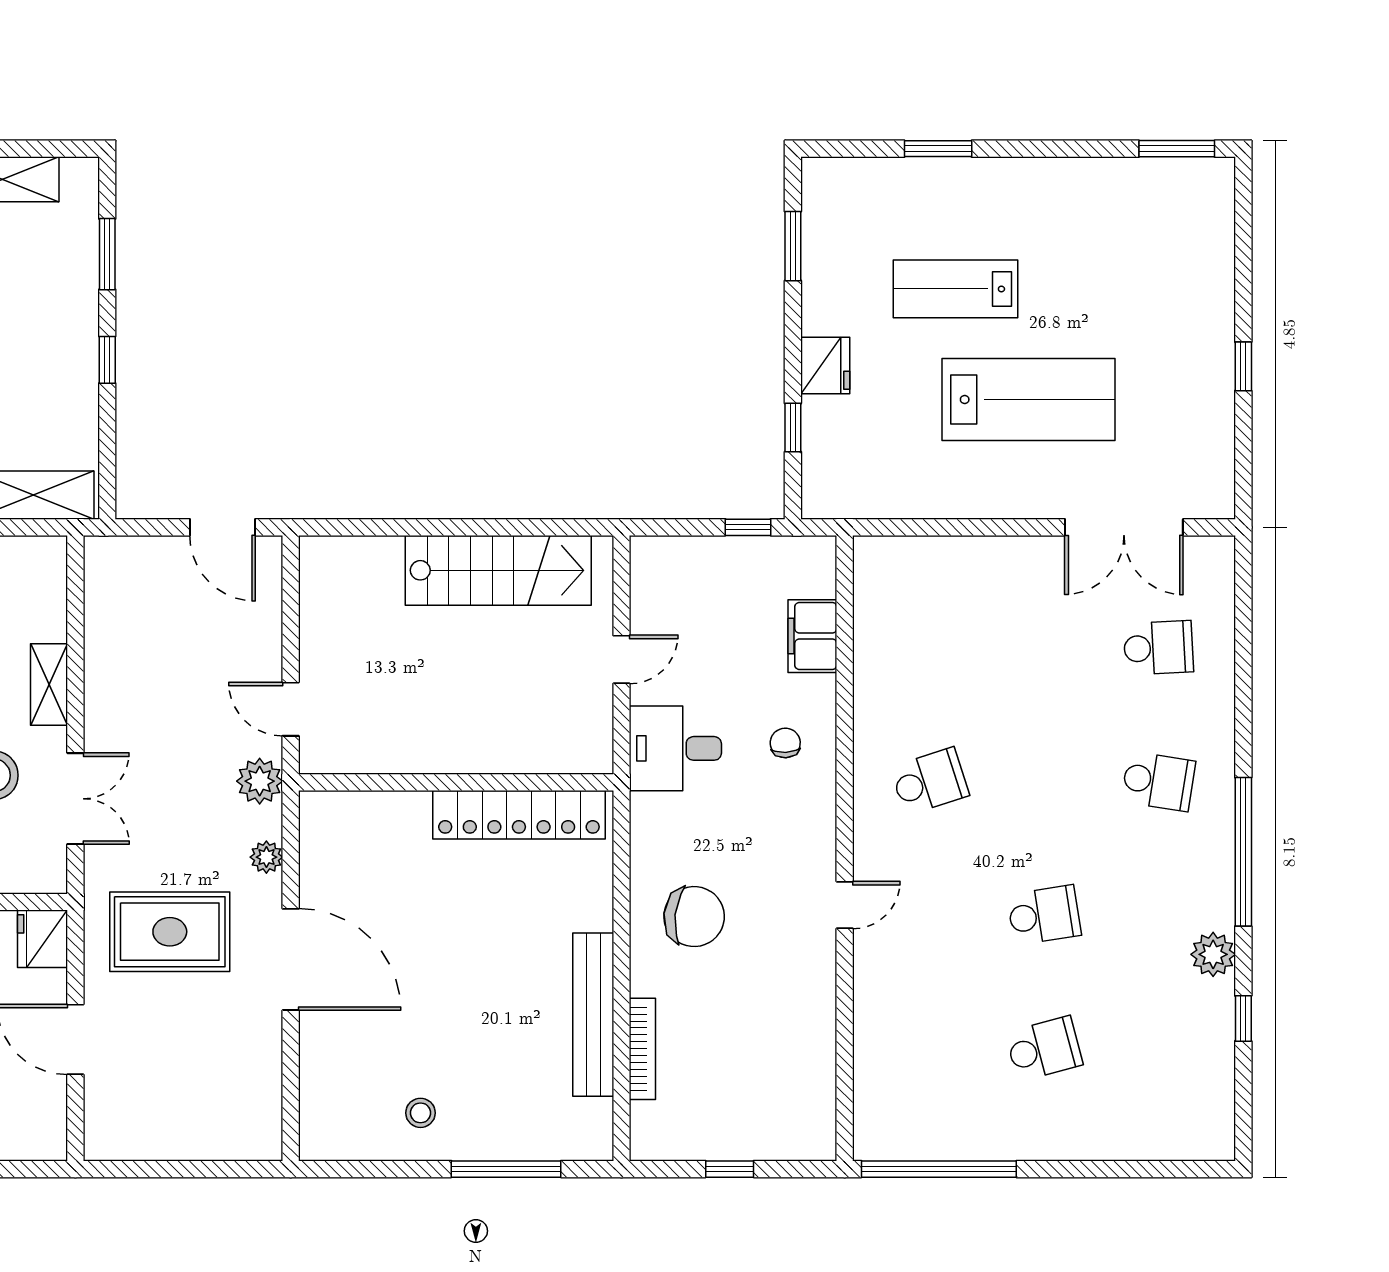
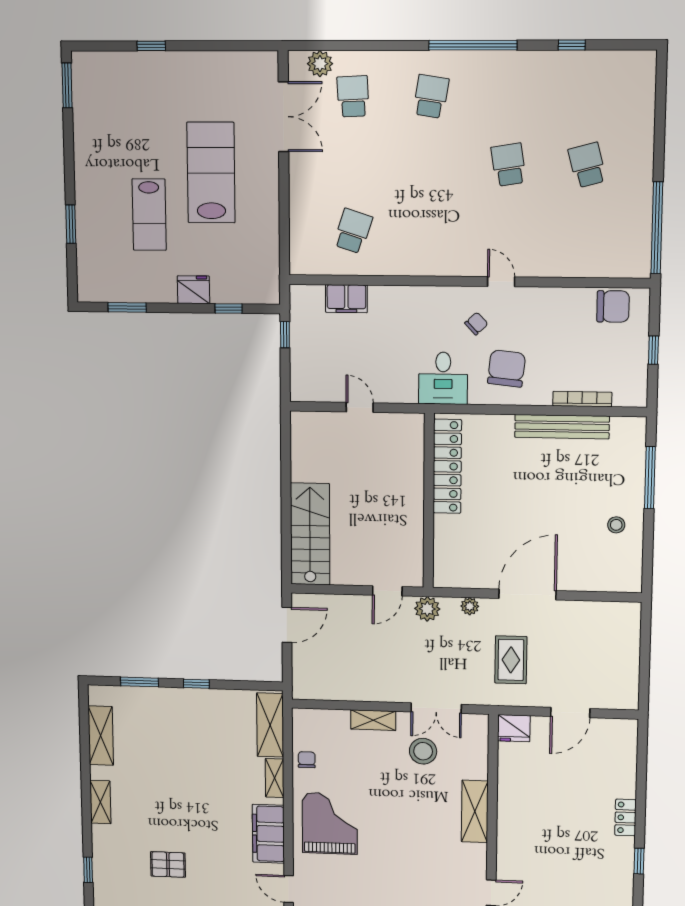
window: (1243, 366) -> (151, 46), moved
stairs: (498, 570) -> (310, 534), moved
chair: (785, 743) -> (476, 324), moved, turned 140
desk: (675, 748) -> (443, 378), moved
school desk: (930, 781) -> (353, 231), moved, turned 36
double door: (75, 799) -> (436, 708), swing flipped
rug: (170, 932) -> (511, 660), width x0.73, depth x0.70
plant: (1213, 954) -> (320, 64), moved
chair: (804, 1098) -> (613, 306), added

